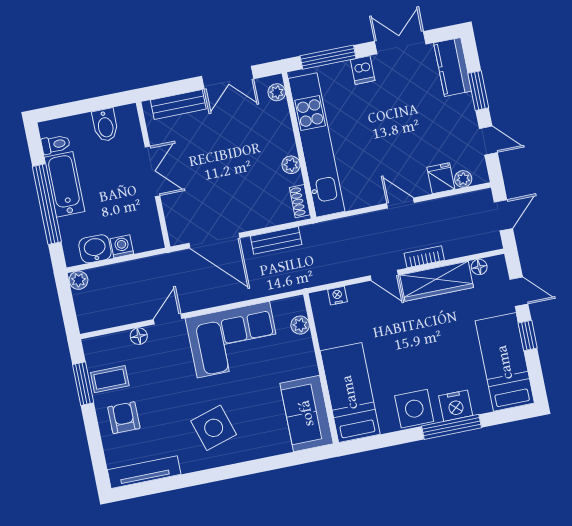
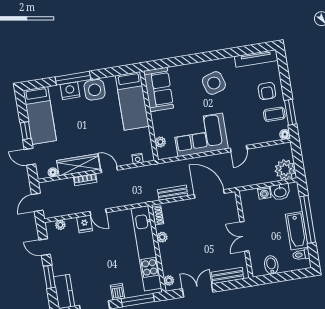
fridge: (441, 178) -> (85, 224), moved
plant: (79, 280) -> (285, 170), width x1.88, depth x1.88
floor lamp: (139, 336) -> (285, 134), moved

